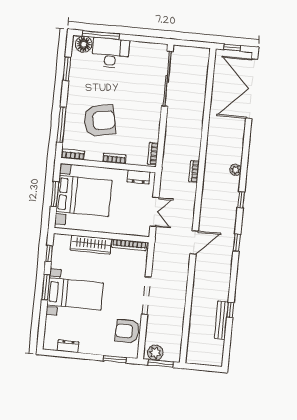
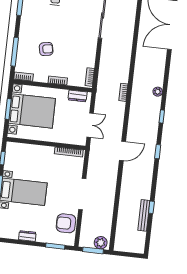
armchair: (100, 121) -> (46, 49), width x0.53, depth x0.53
wardrobe: (91, 245) -> (37, 151), removed
dresser: (68, 346) -> (27, 236), moved
plant: (155, 353) -> (101, 243), moved

